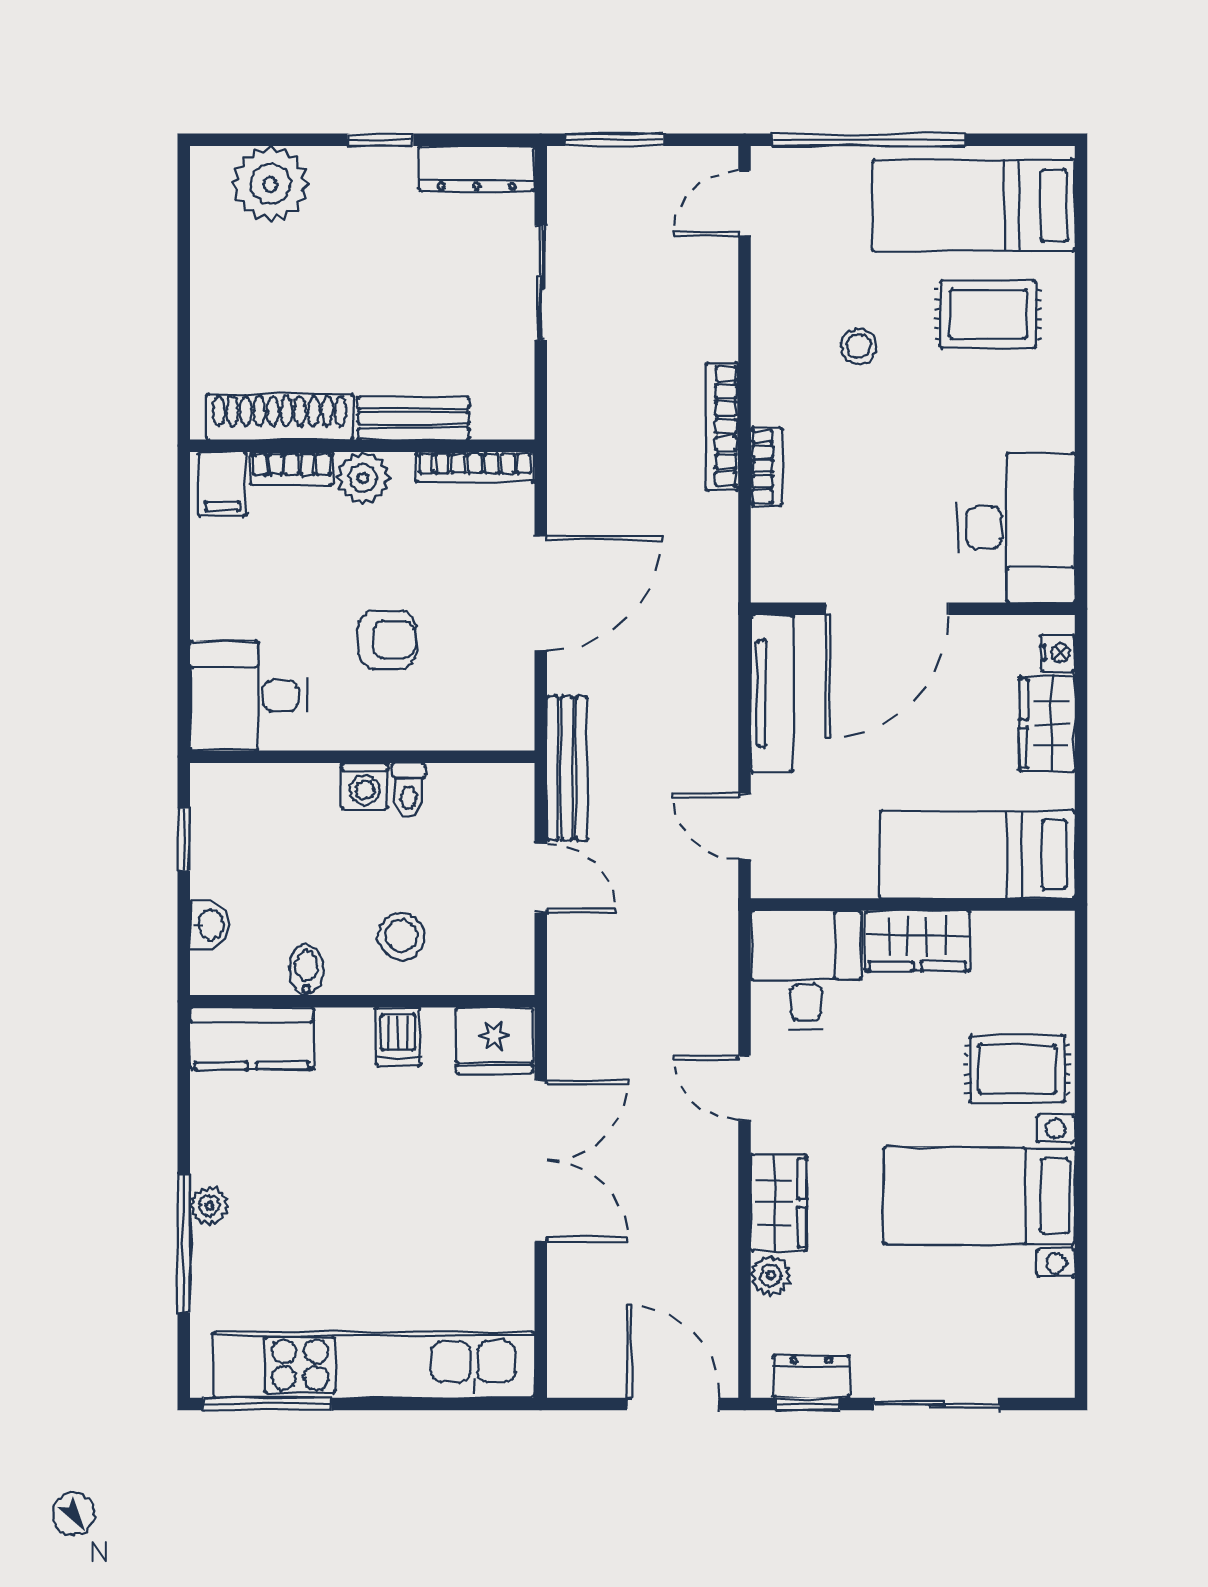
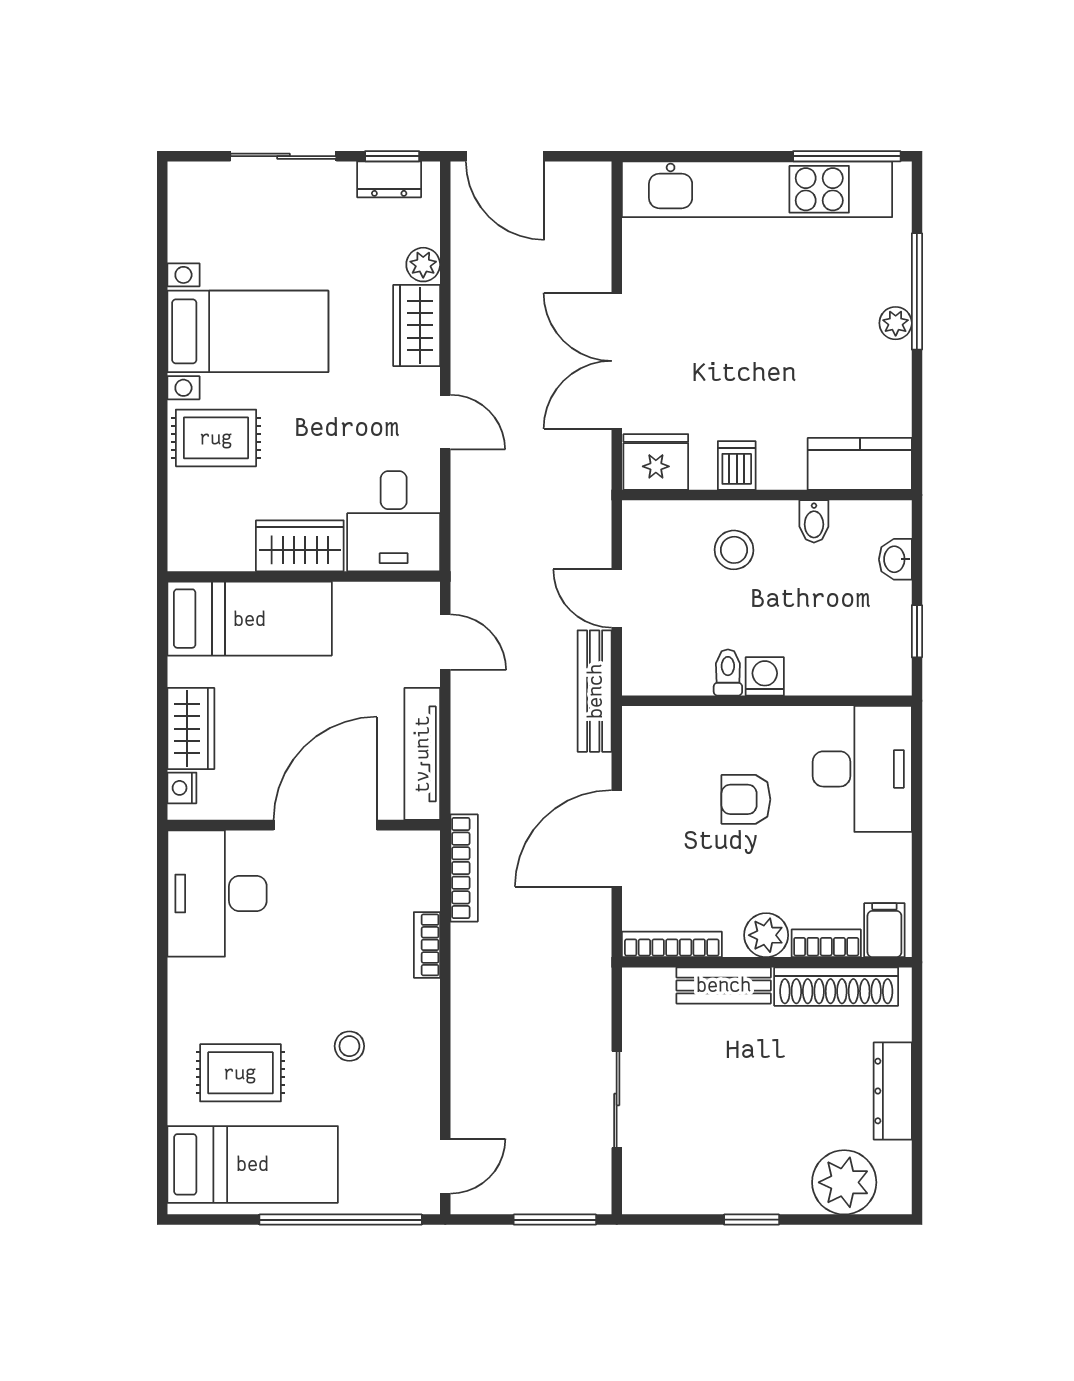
dresser: (477, 169) -> (893, 1091), moved, turned -90
bookcase: (722, 426) -> (464, 868), moved
desk: (249, 696) -> (862, 769), width x1.37

